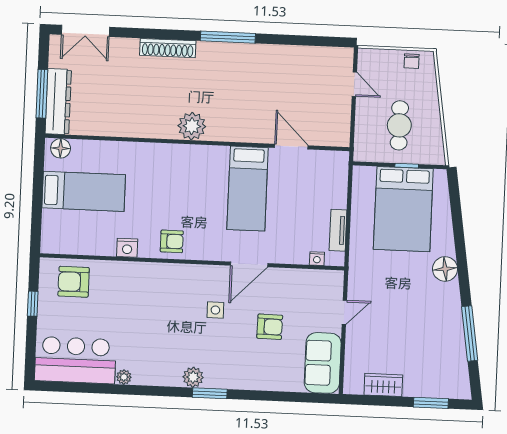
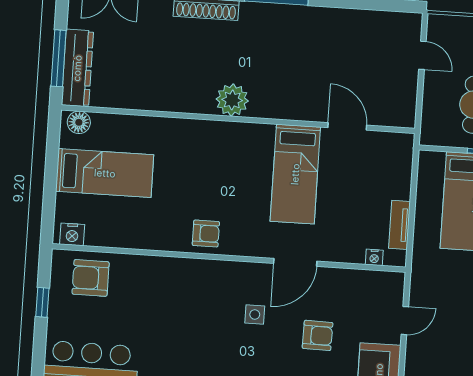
nightstand: (127, 248) -> (72, 234), moved

